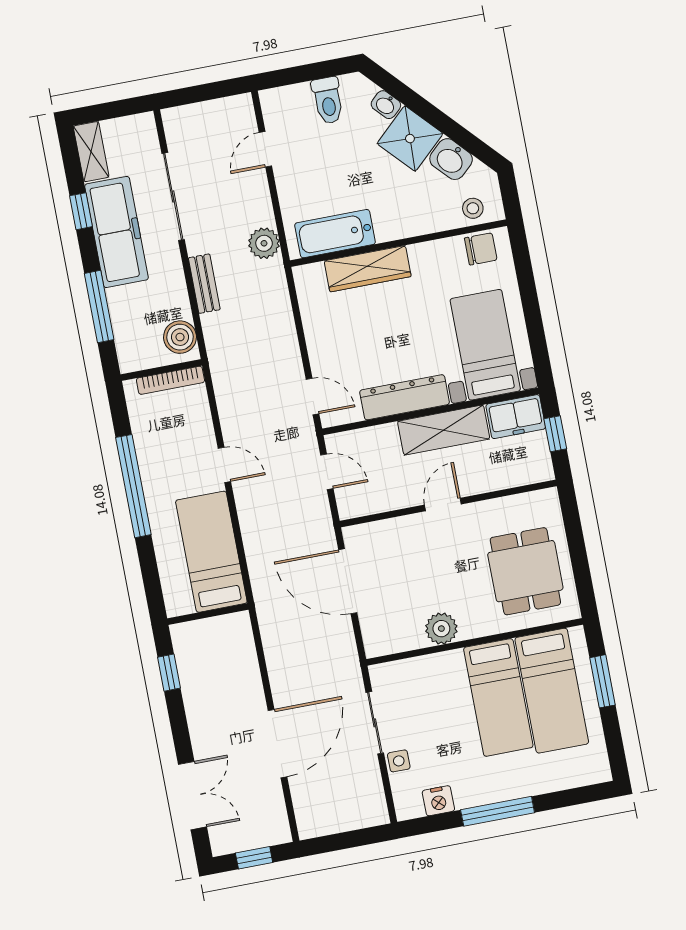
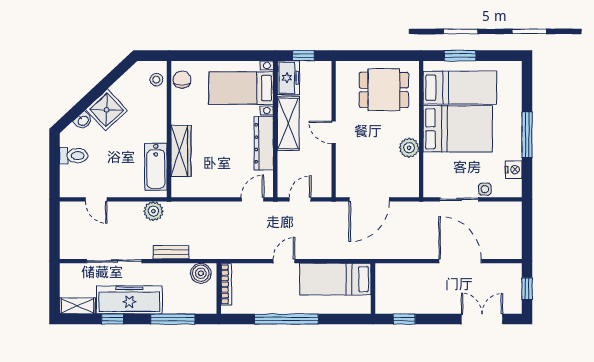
washbasin: (451, 159) -> (124, 87), removed
bed: (498, 697) -> (458, 129), width x1.50

